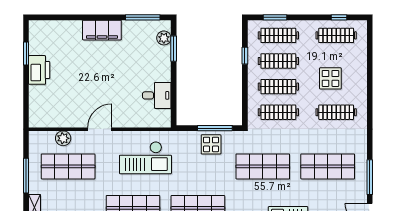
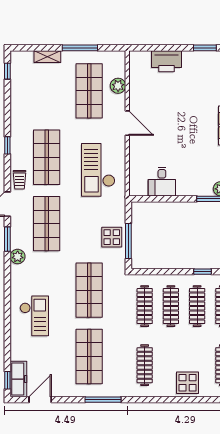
printer: (39, 70) -> (166, 61), moved
display table: (330, 78) -> (188, 383), moved
window: (370, 177) -> (103, 400), moved

